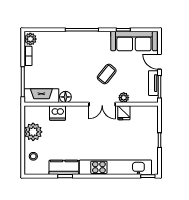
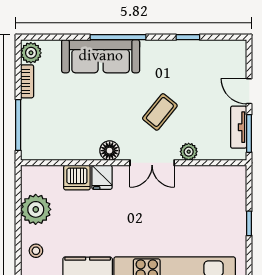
sofa: (134, 41) -> (101, 56), moved
fireplace: (41, 96) -> (50, 148), removed
floor lamp: (65, 97) -> (110, 151), moved
fridge: (124, 113) -> (102, 177), moved

